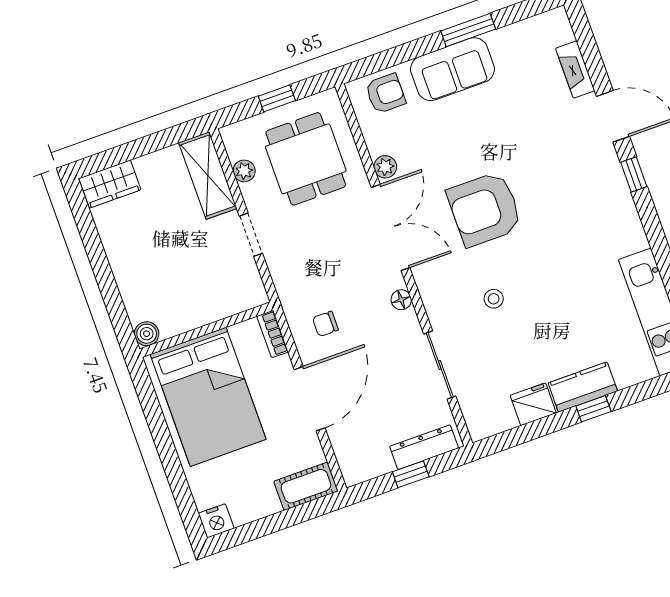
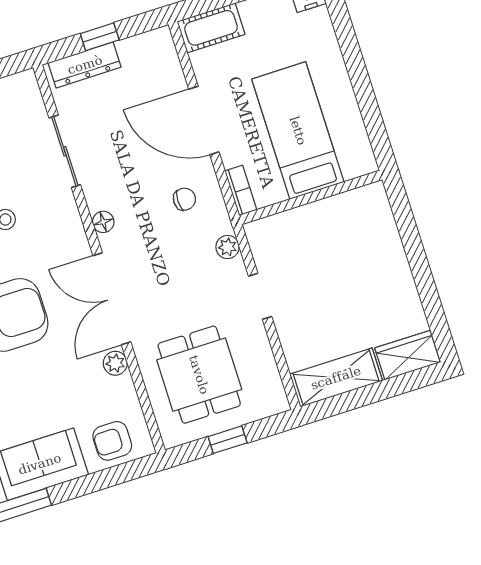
plant: (244, 171) -> (227, 247), moved
shelving: (208, 175) -> (336, 378), moved, turned 90
boiler: (147, 334) -> (374, 195), removed
bed: (208, 397) -> (298, 131), width x0.67
door: (310, 399) -> (204, 121), hinge flipped

